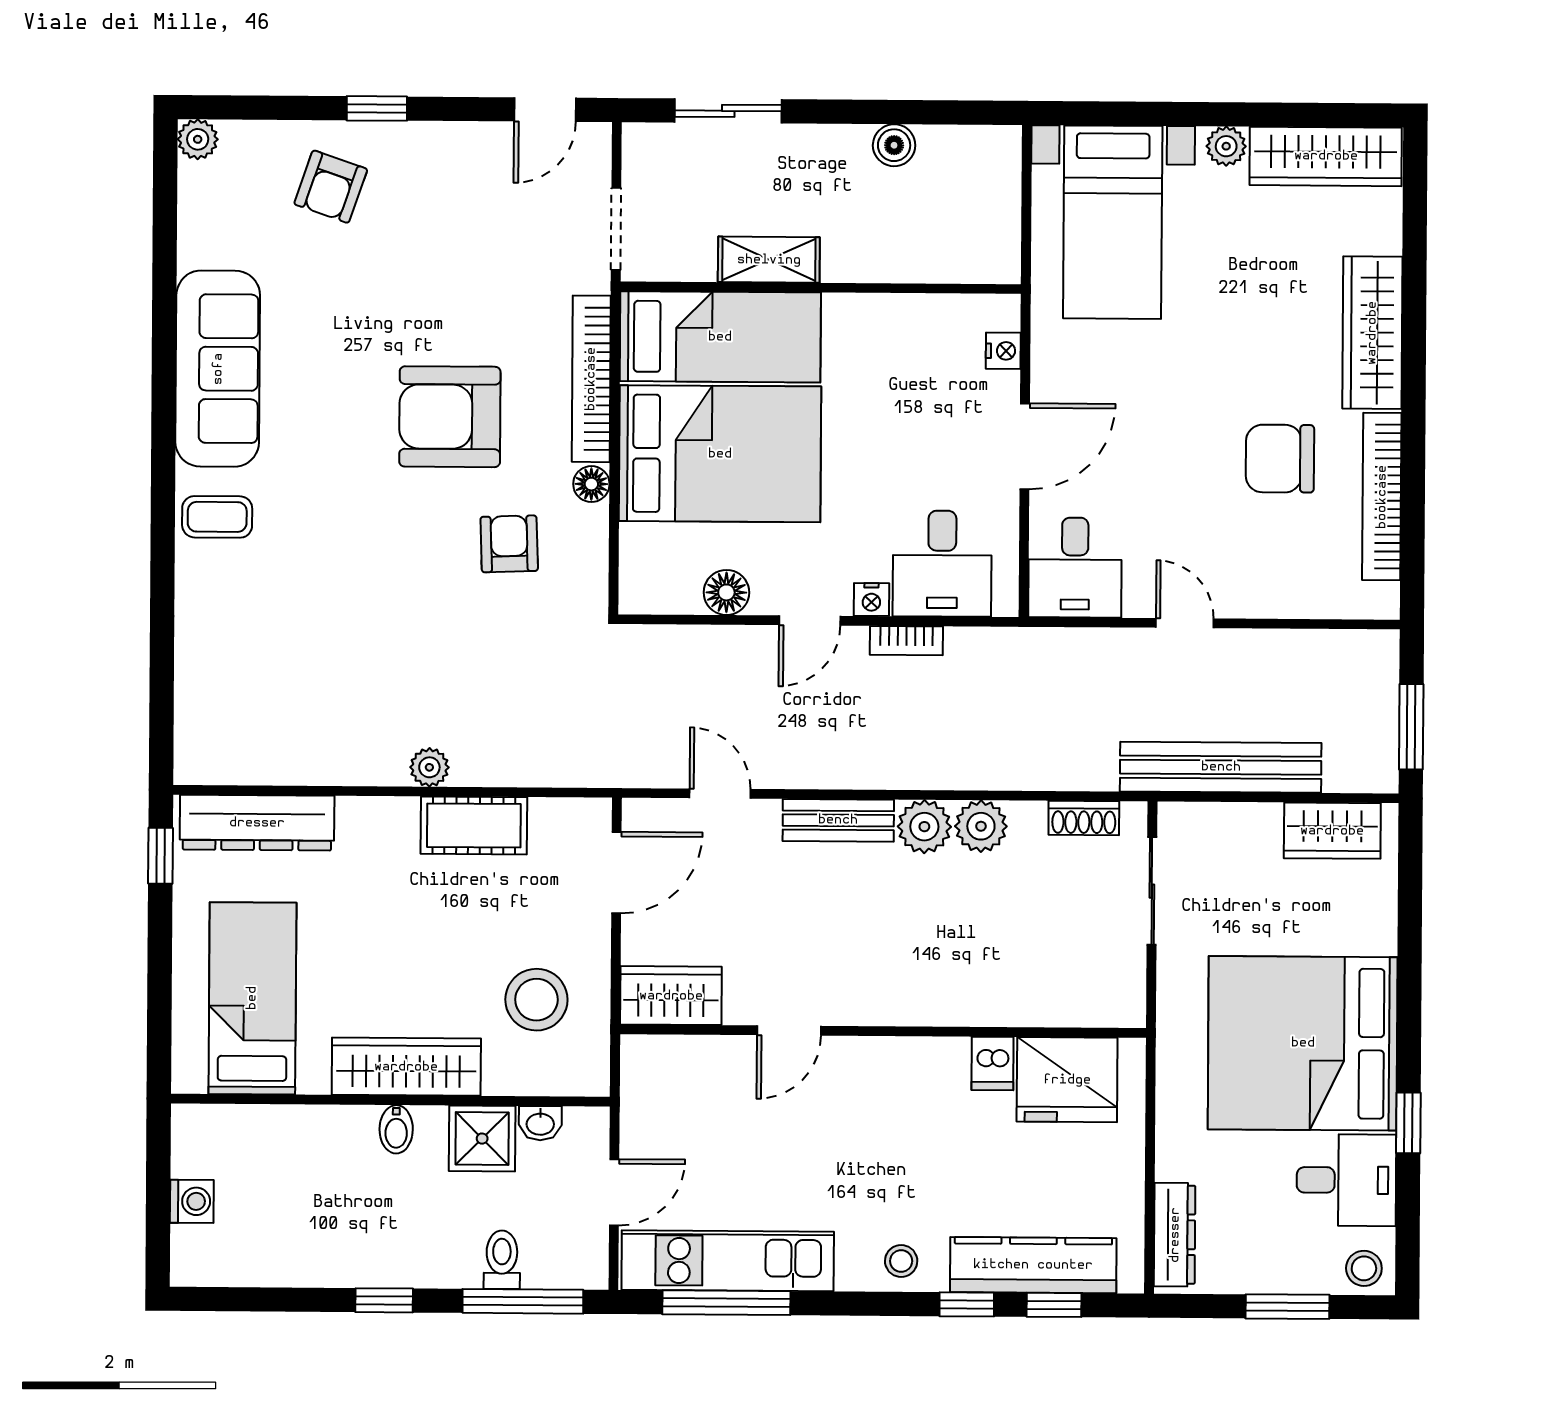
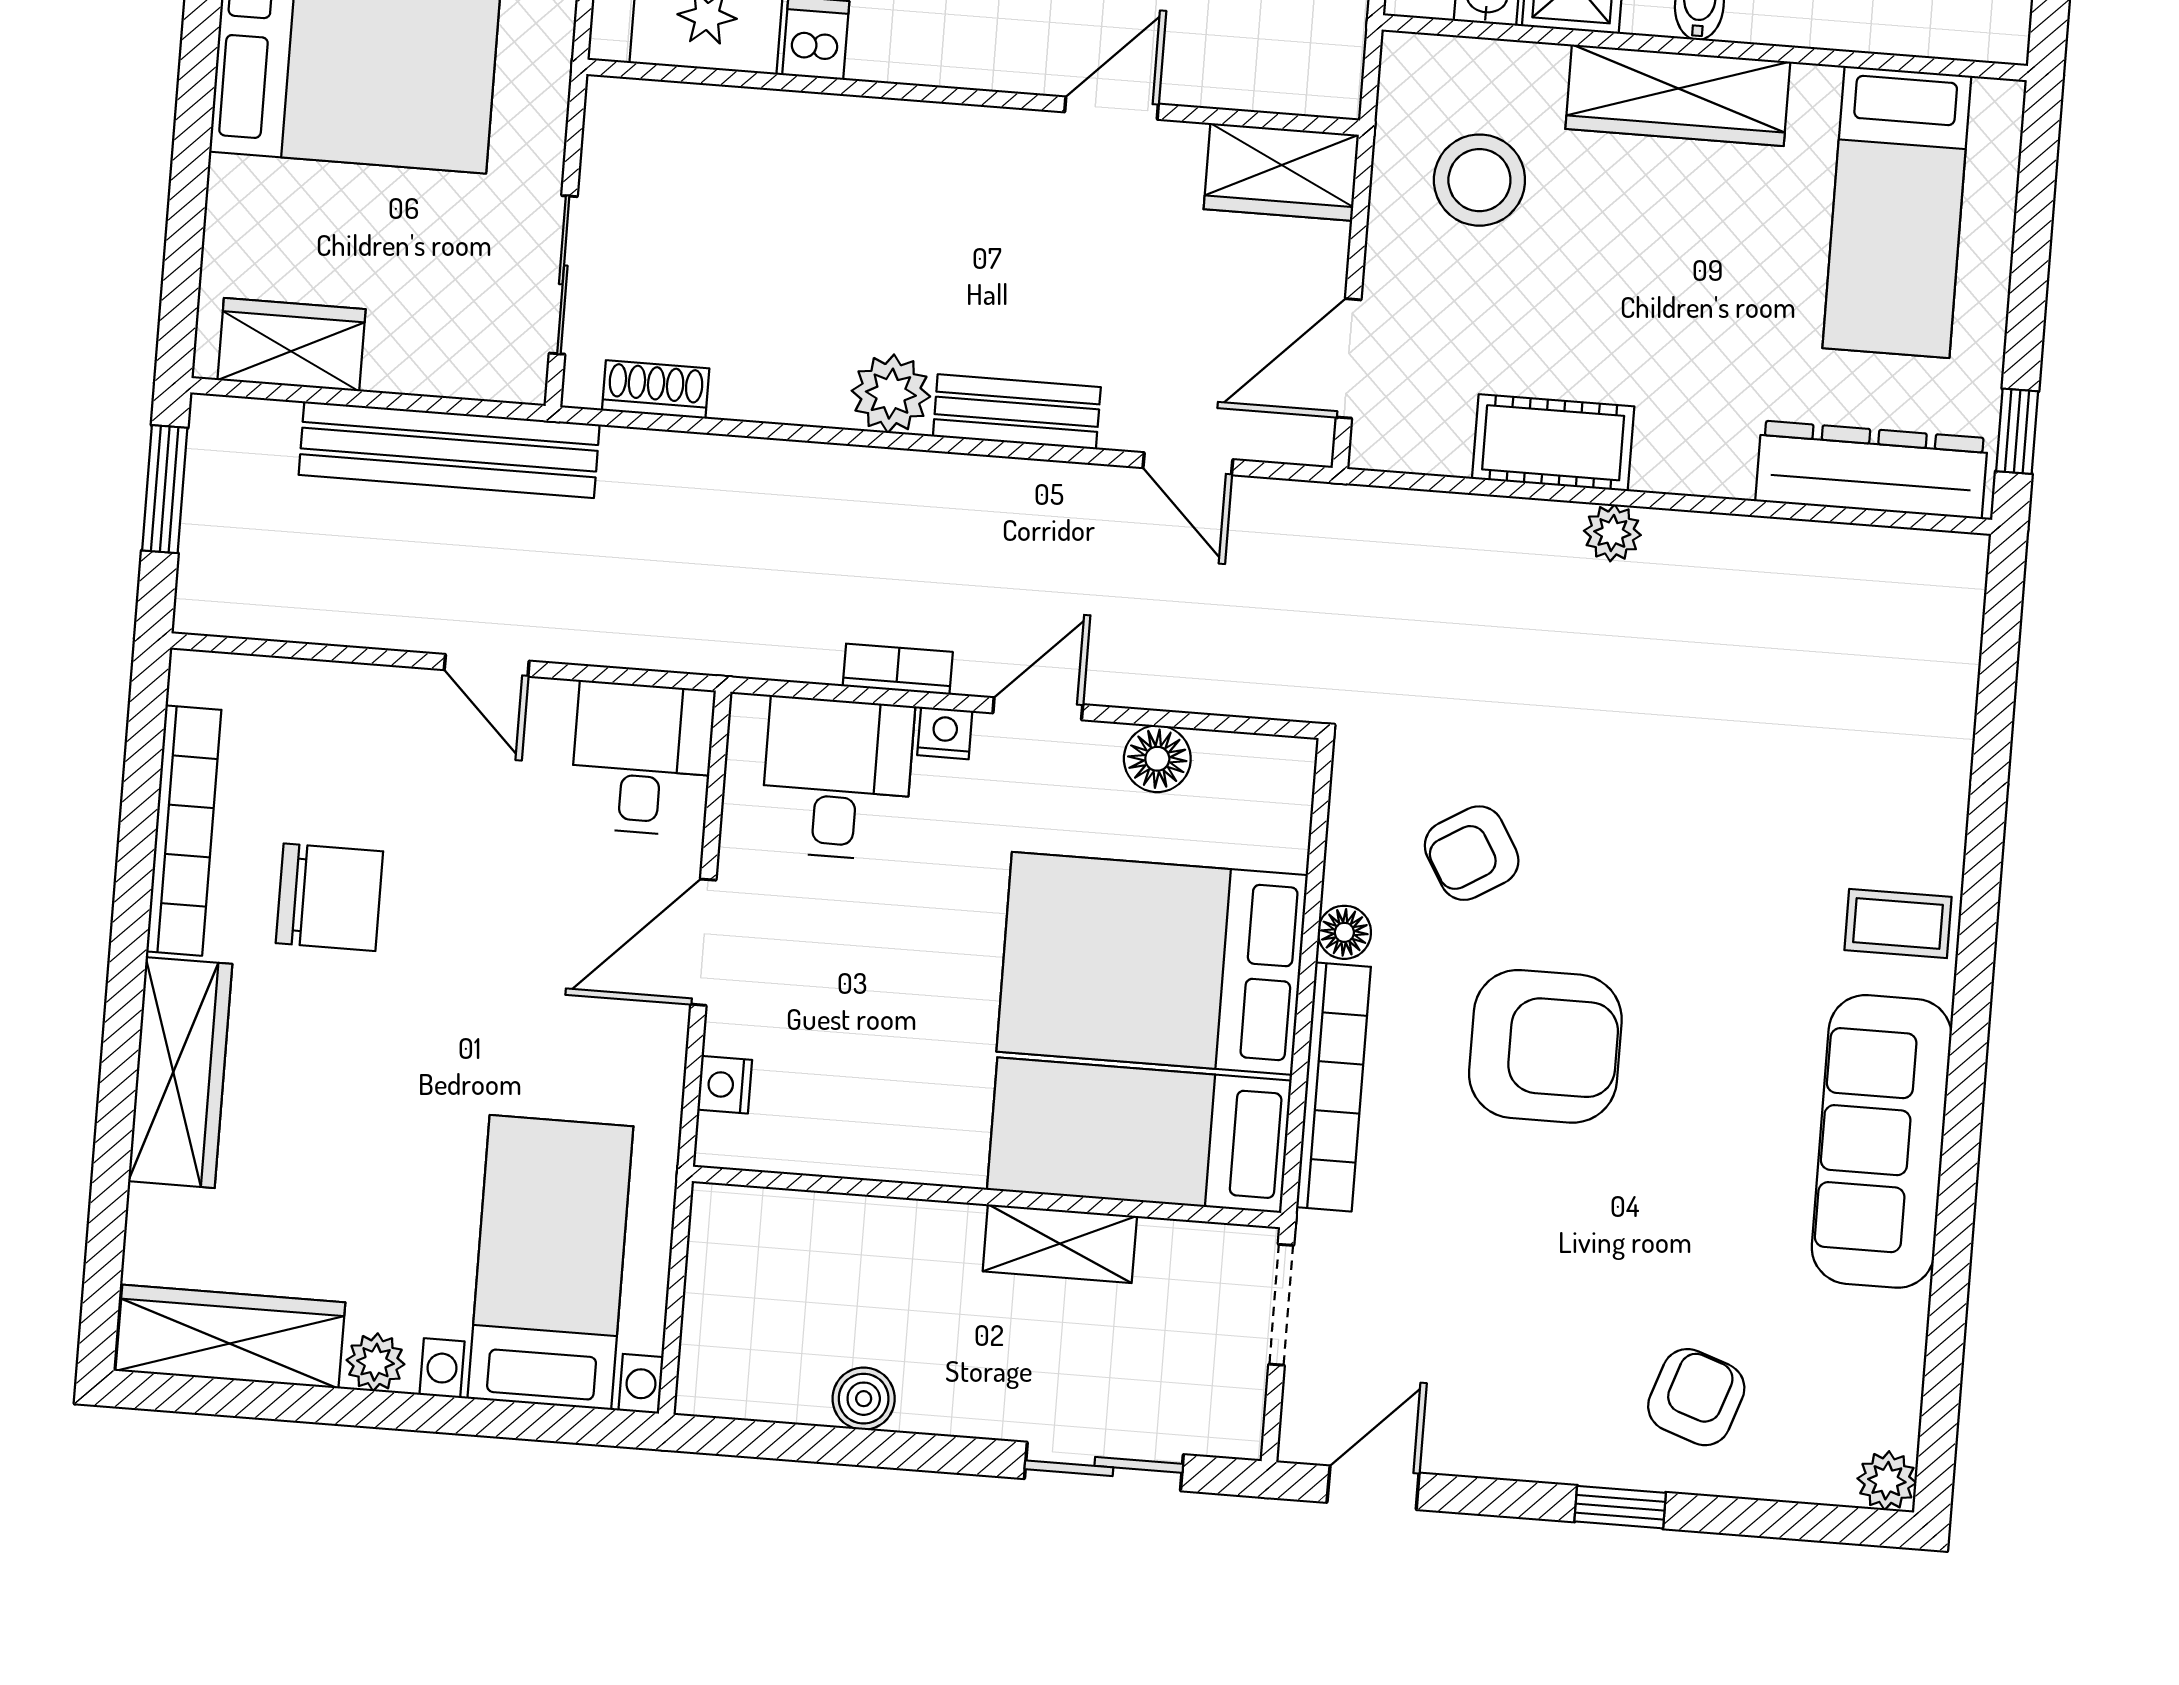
armchair: (509, 544) -> (1472, 853), turned 61
plant: (981, 826) -> (808, 388), removed

